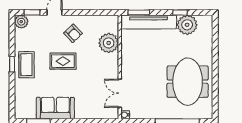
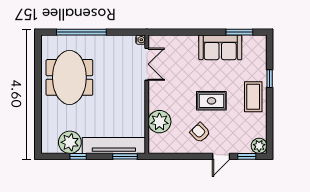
window: (12, 64) -> (270, 79), moved

